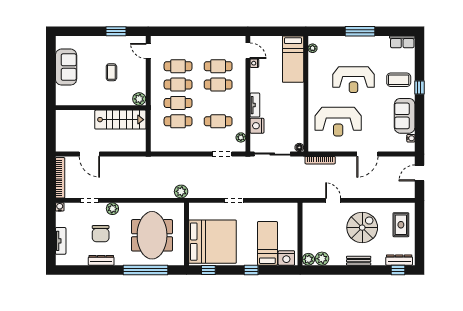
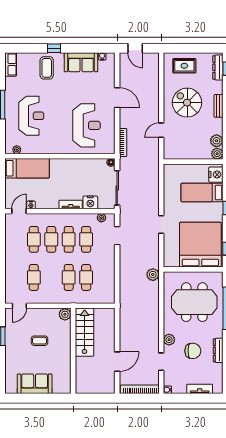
reception desk: (353, 80) -> (31, 116), moved
cafe table: (178, 85) -> (69, 239), moved

